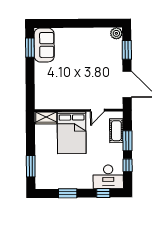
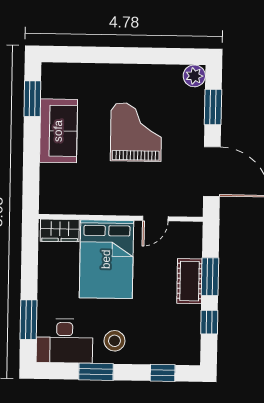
sofa: (44, 45) -> (58, 131), moved
grand piano: (86, 64) -> (136, 132), added
cot: (116, 131) -> (189, 281), moved
stool: (77, 176) -> (114, 341), added
desk: (108, 177) -> (64, 341), moved

